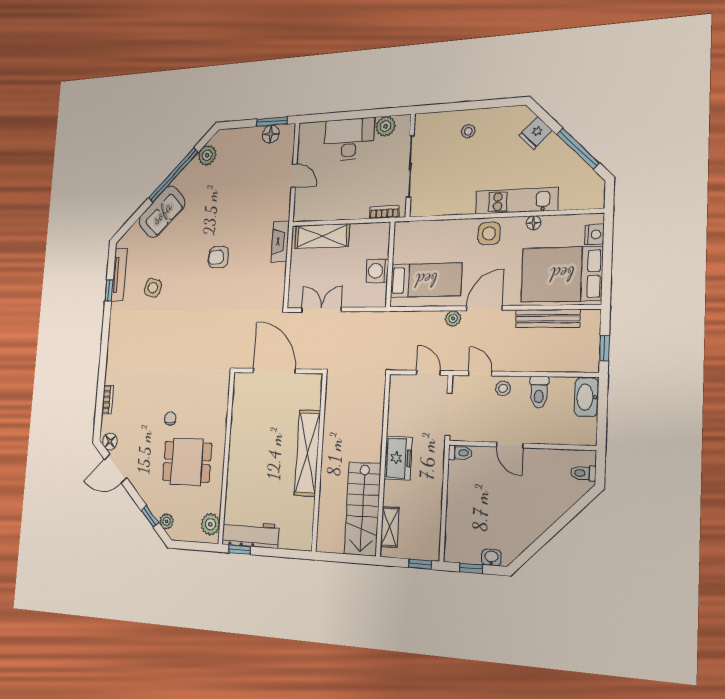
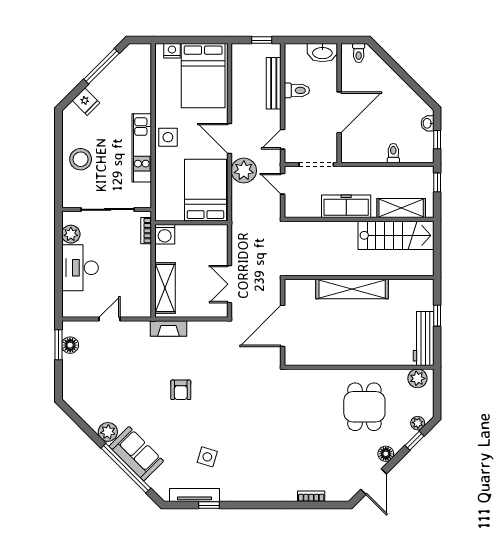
stool: (468, 131) -> (81, 159), width x1.89, depth x1.89
plant: (207, 155) -> (108, 432), moved
window: (173, 175) -> (126, 468), moved
kitchen unit: (517, 201) -> (142, 148), moved
floor lamp: (533, 223) -> (161, 100), removed
washing machine: (377, 271) -> (165, 234), moved
bed: (426, 280) -> (205, 190), width x1.50
plant: (453, 319) -> (244, 171), width x1.87, depth x1.87
bench: (548, 319) -> (274, 83), moved
door: (428, 373) -> (283, 184), hinge flipped
stool: (503, 388) -> (294, 120), removed
washbasin: (587, 397) -> (322, 53), moved
chair: (170, 419) -> (327, 427), removed
floor lamp: (110, 442) -> (386, 454), moved
door: (510, 445) -> (339, 112), width x1.88
toilet: (460, 453) -> (393, 153), moved
freezer: (398, 458) -> (346, 206), width x1.40
shelving: (390, 527) -> (401, 208), width x1.50, depth x1.33
window: (239, 550) -> (437, 316), moved

